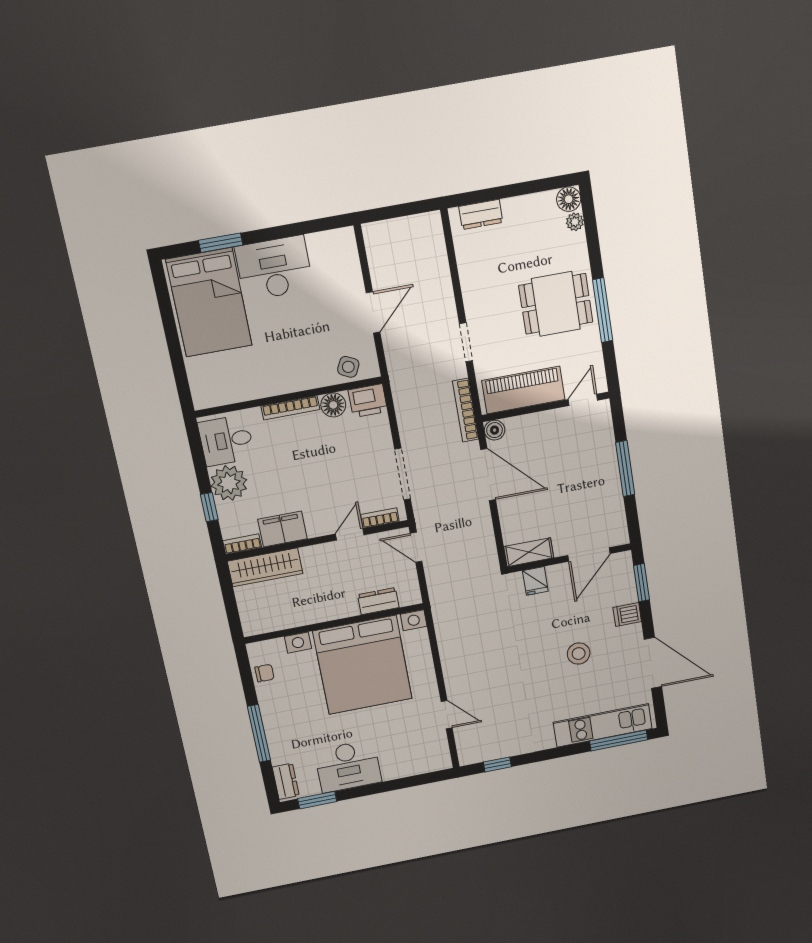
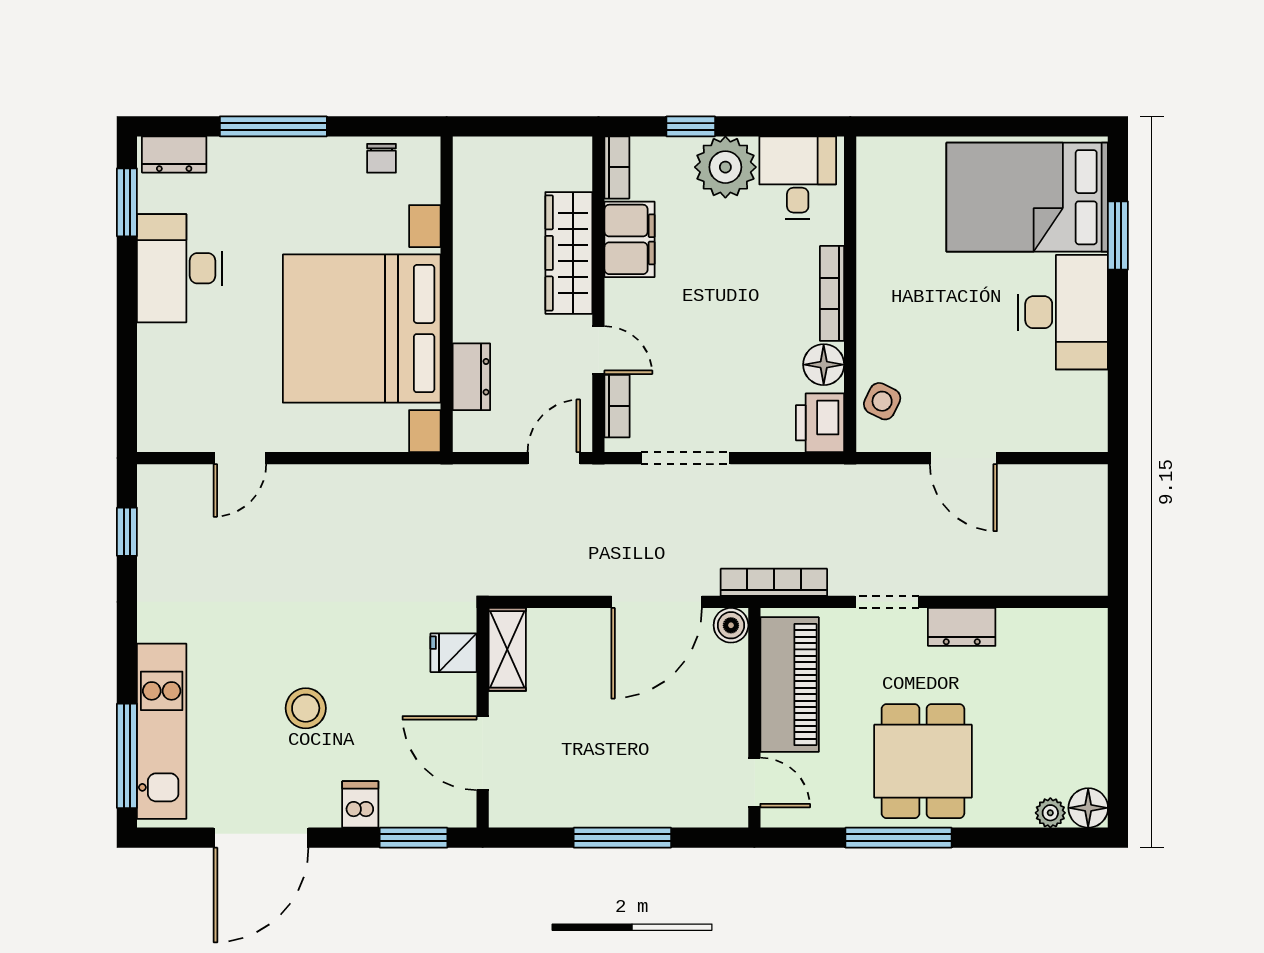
dresser: (481, 214) -> (962, 627), moved, turned -90
wardrobe: (265, 567) -> (569, 253), moved

